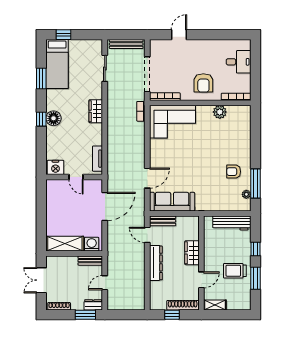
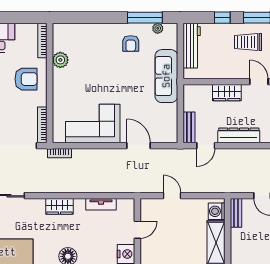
corner sofa: (173, 122) -> (93, 123), moved, turned -90
tv unit: (98, 159) -> (101, 204), moved
sofa: (172, 202) -> (166, 76), moved
door: (105, 206) -> (172, 196), width x0.53
trolley: (235, 271) -> (248, 42), turned 90

